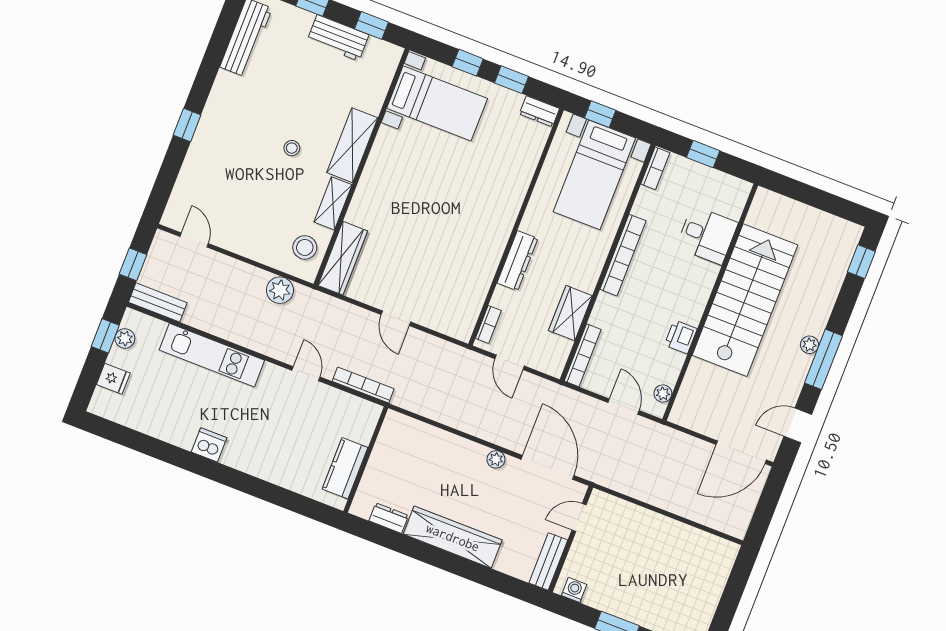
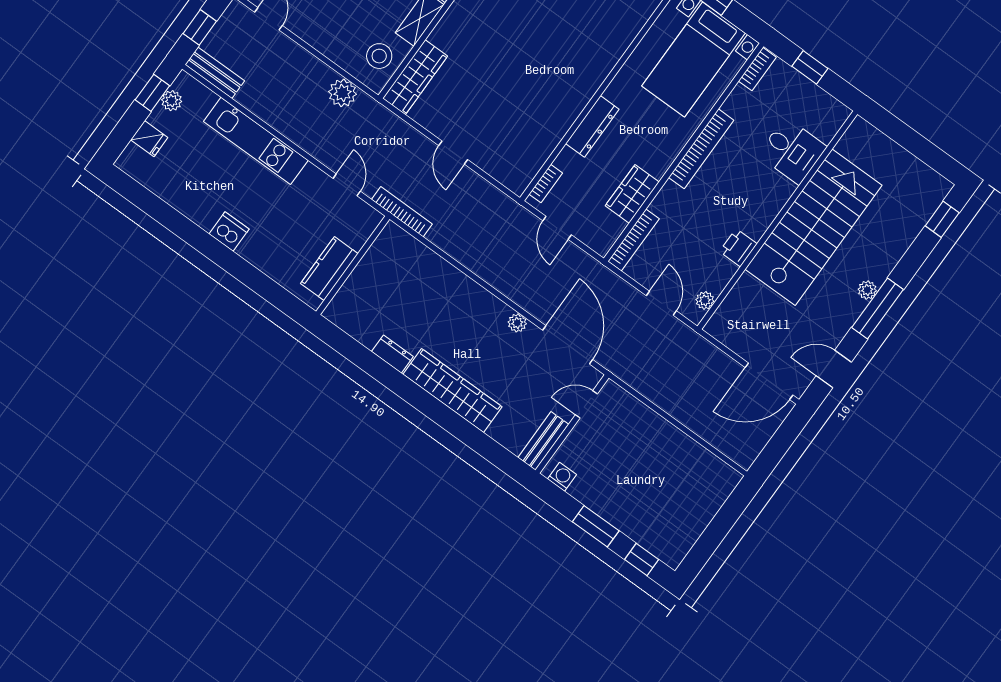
wall: (366, 460) -> (353, 265), moved
kitchen counter: (345, 468) -> (329, 269), moved

